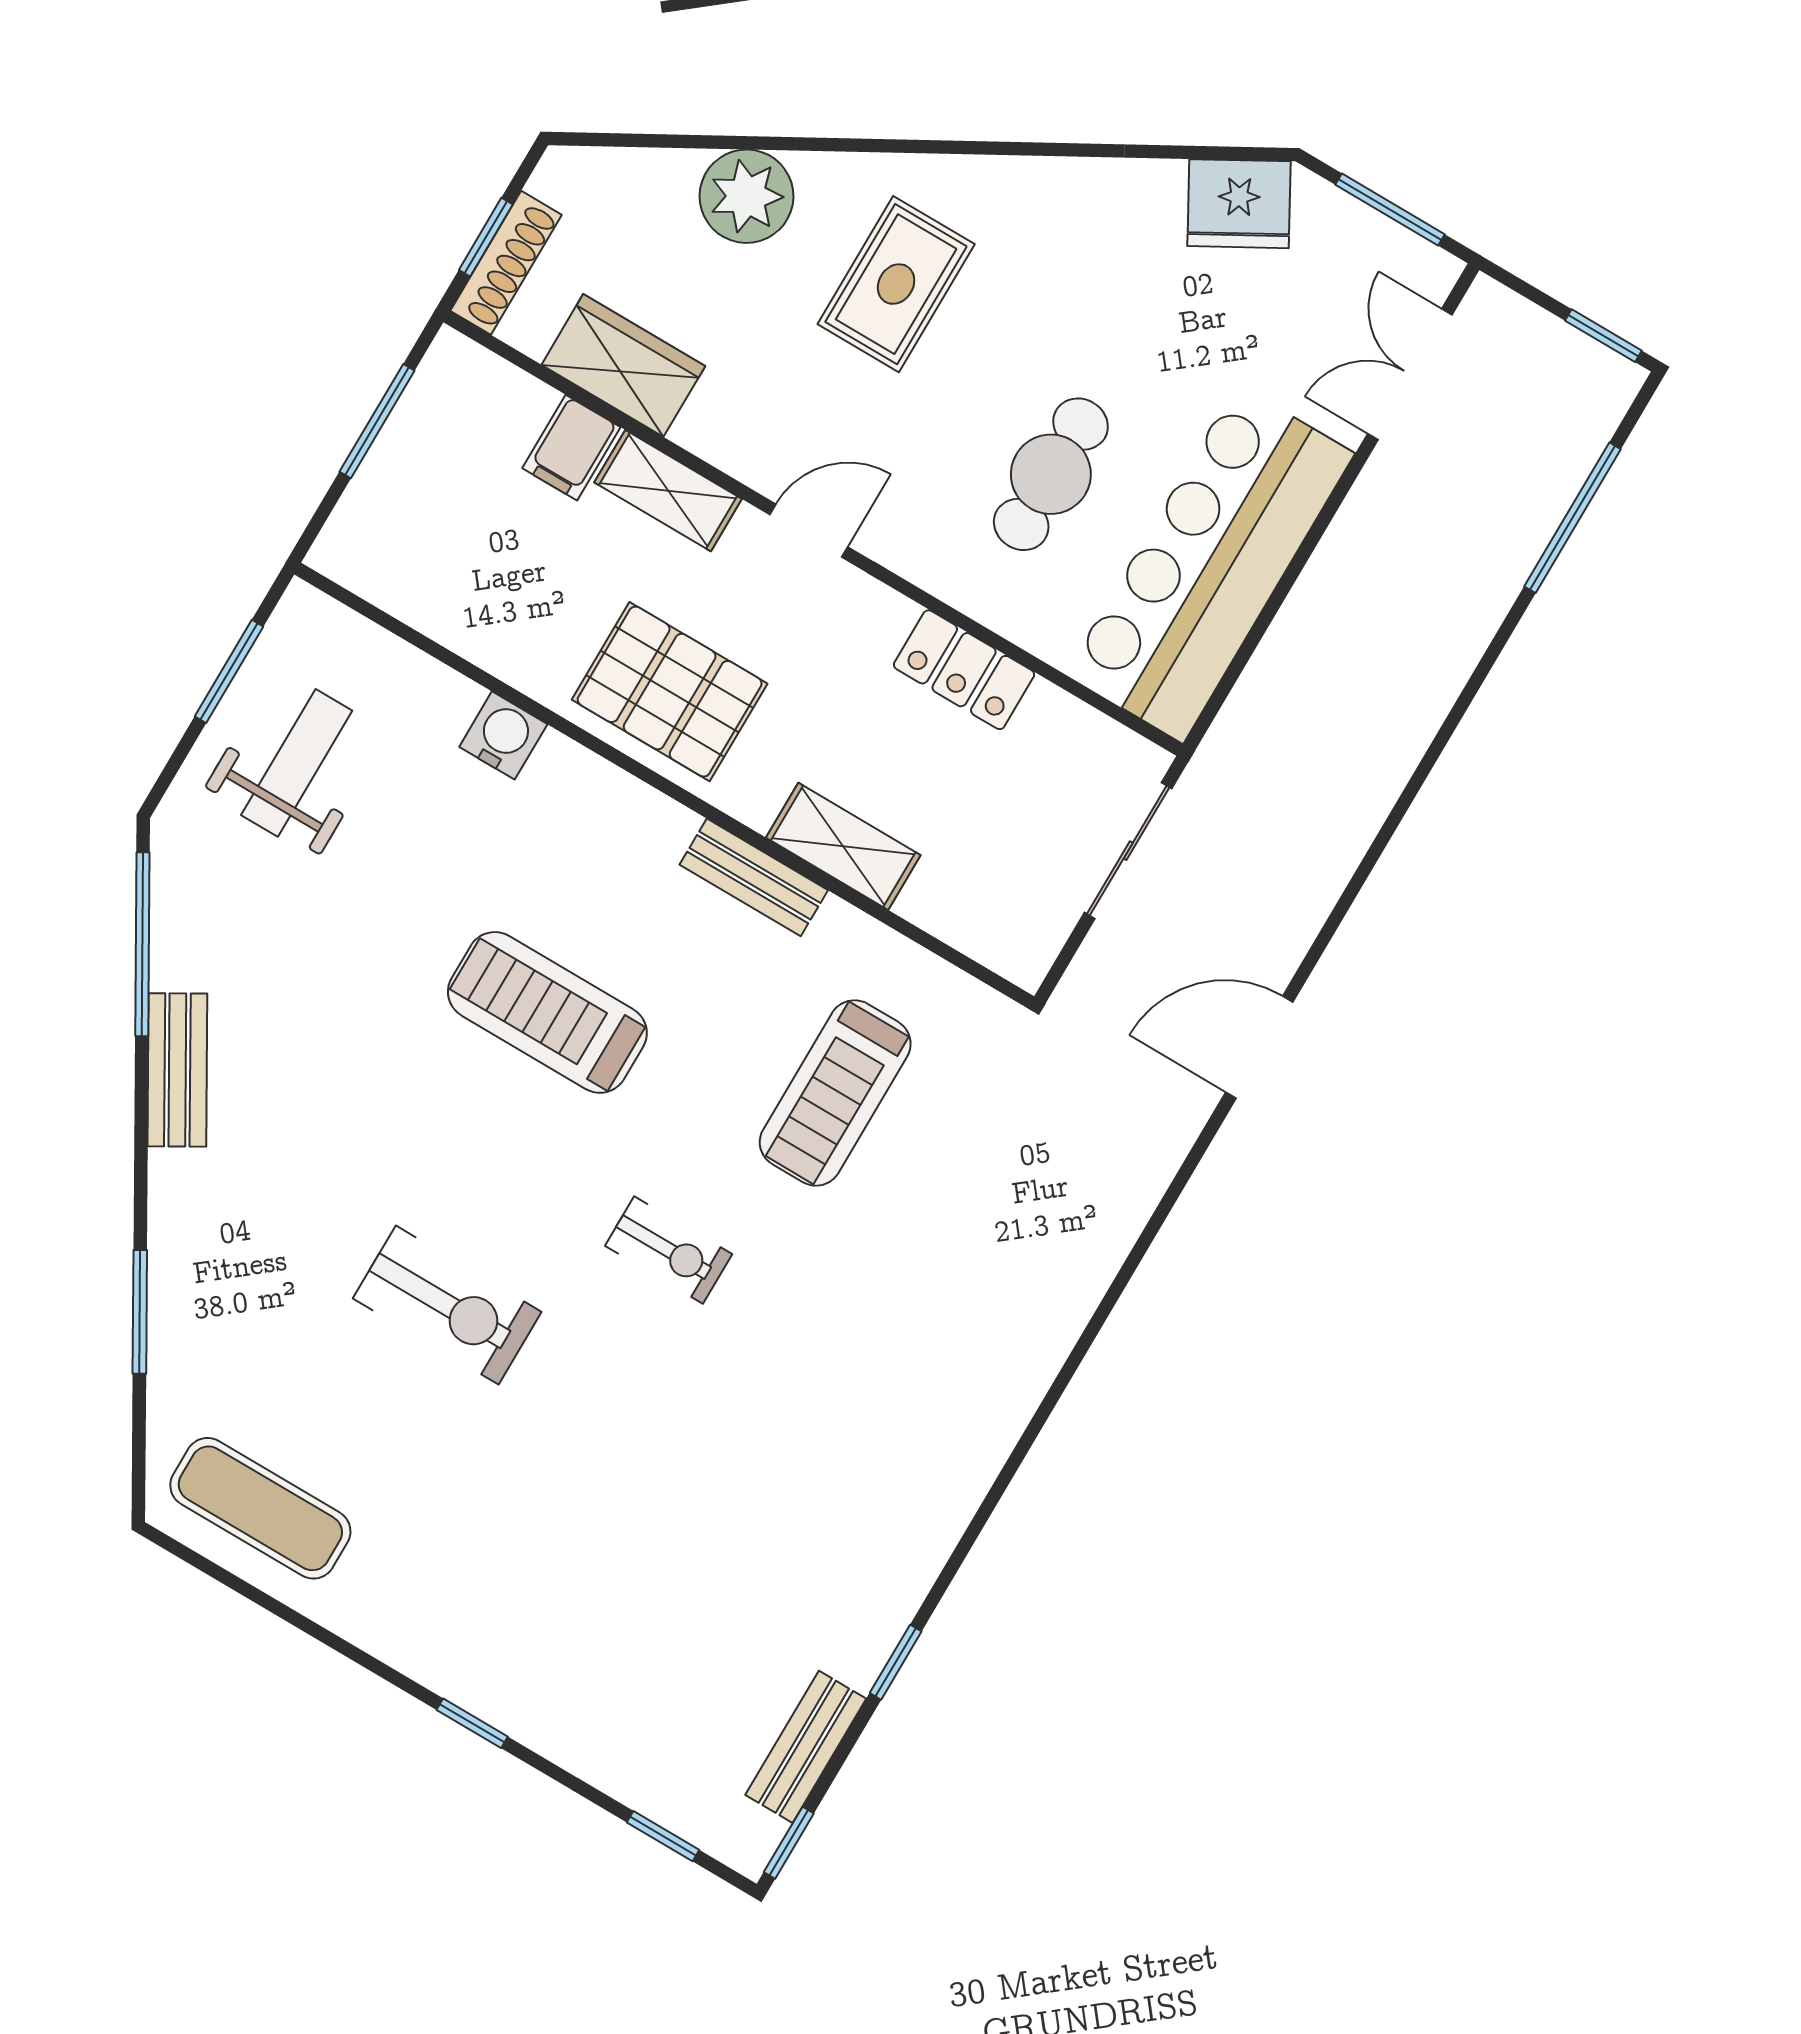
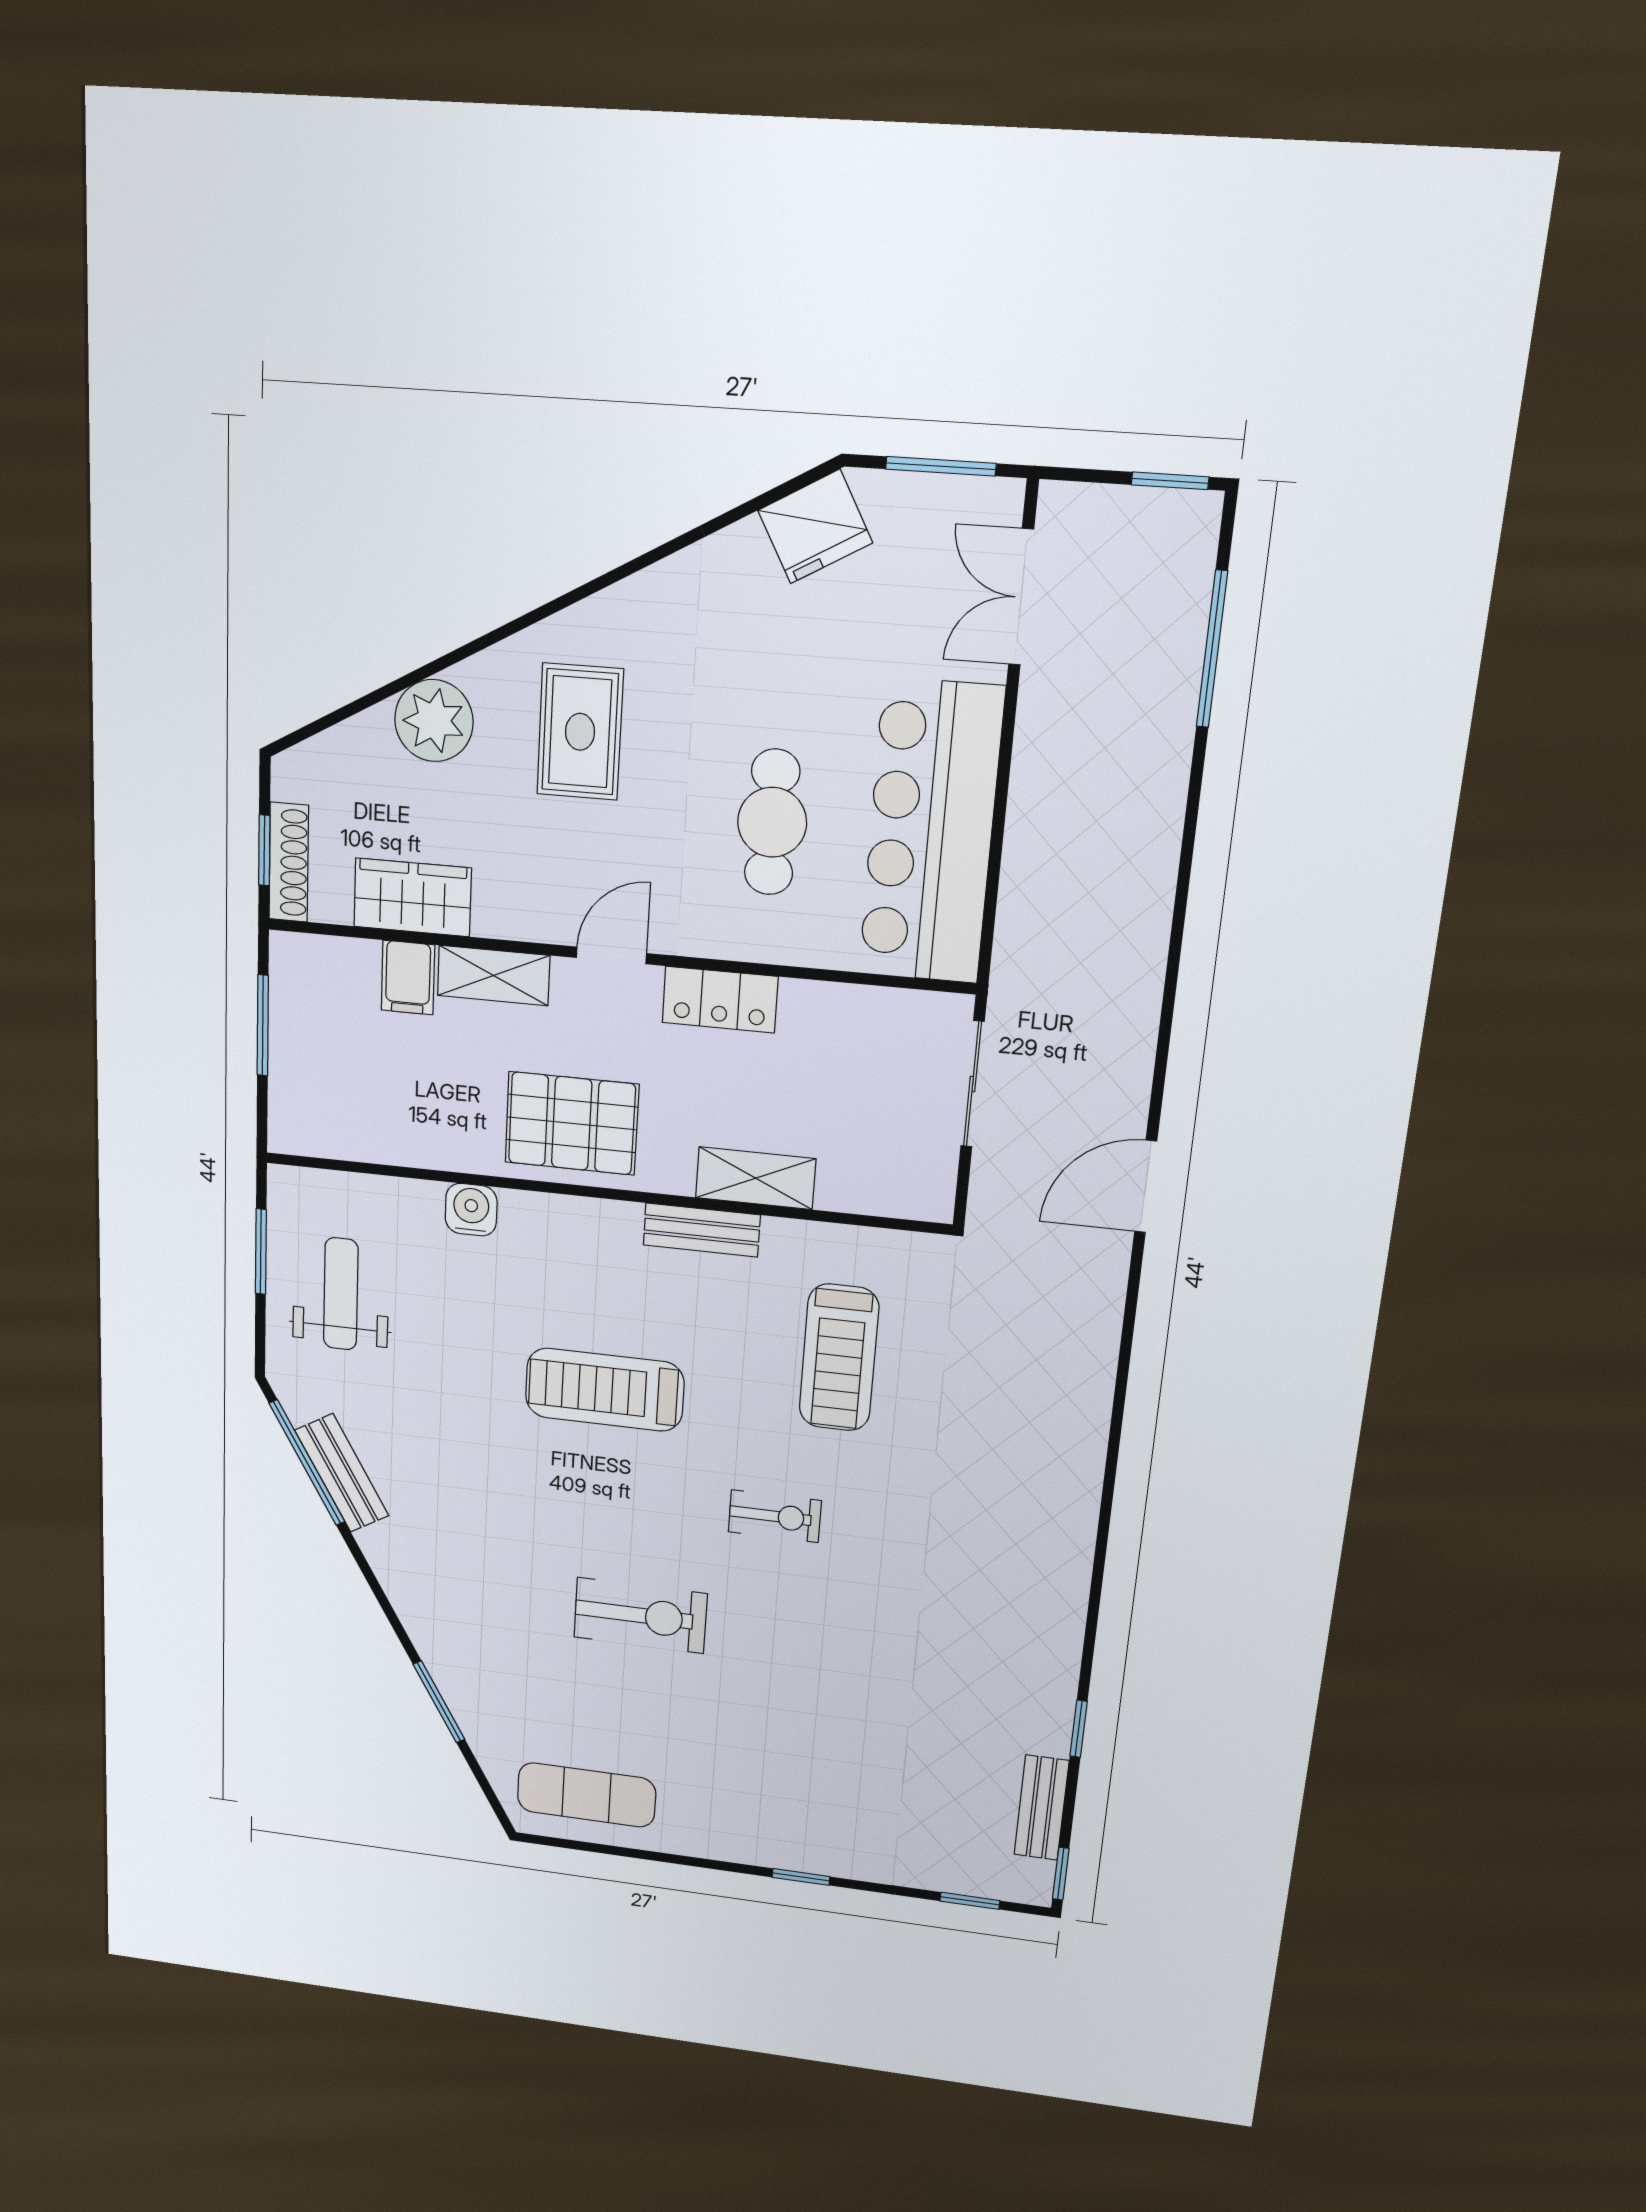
locker: (964, 670) -> (720, 1000), moved
bench: (177, 1070) -> (342, 1473), moved

